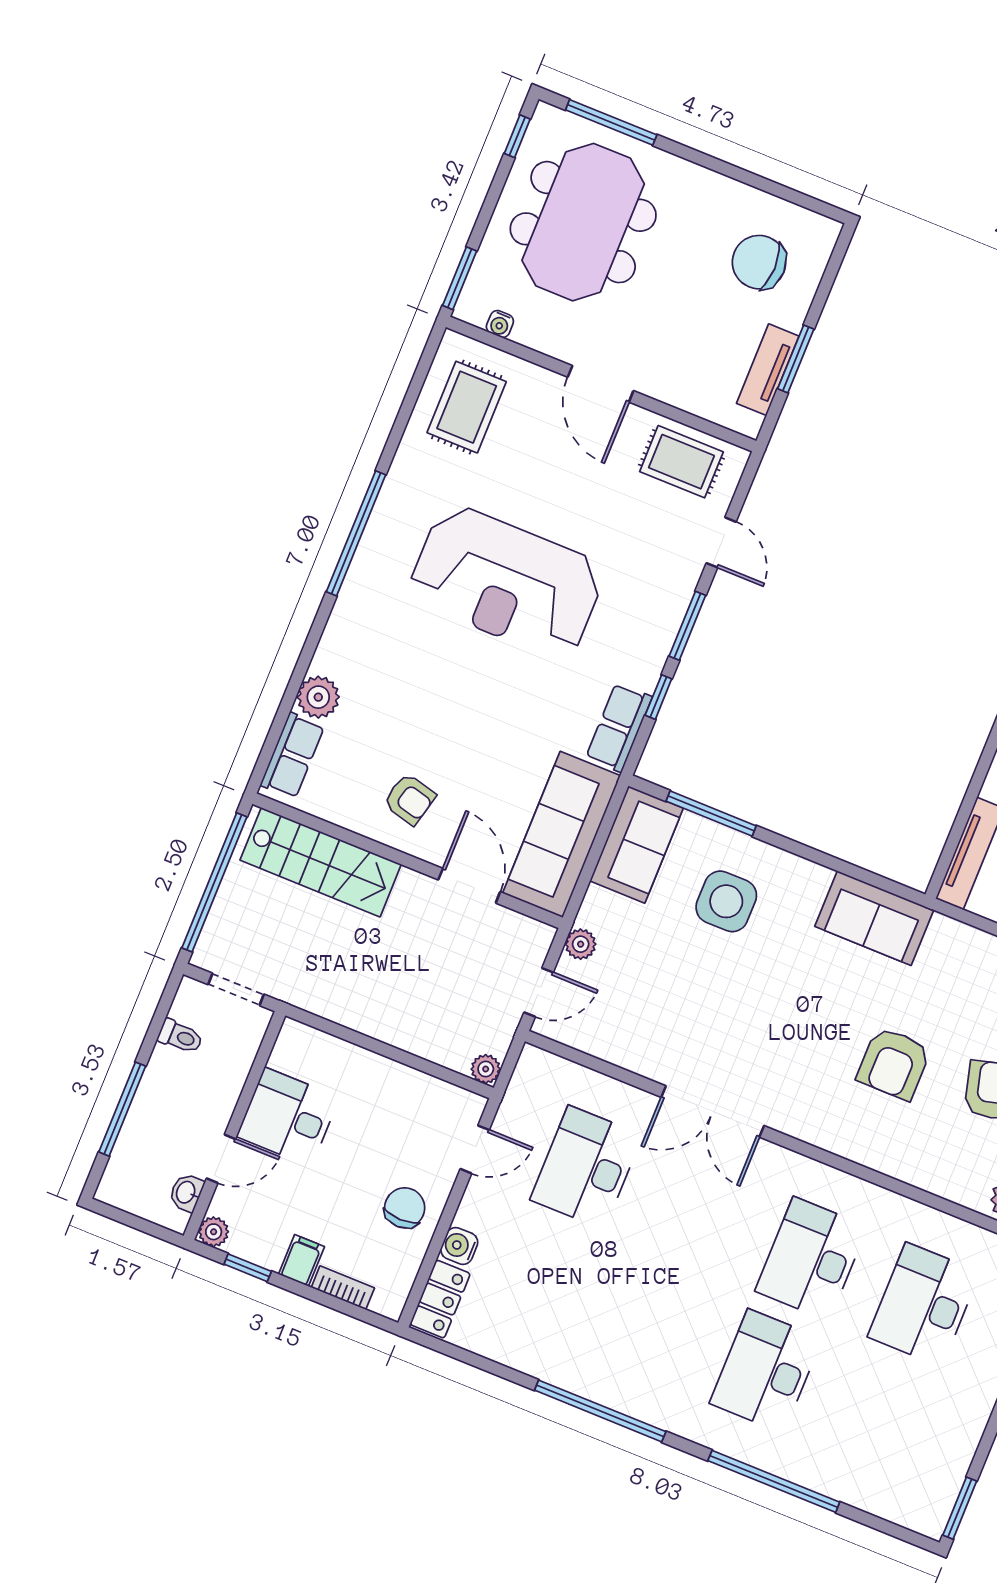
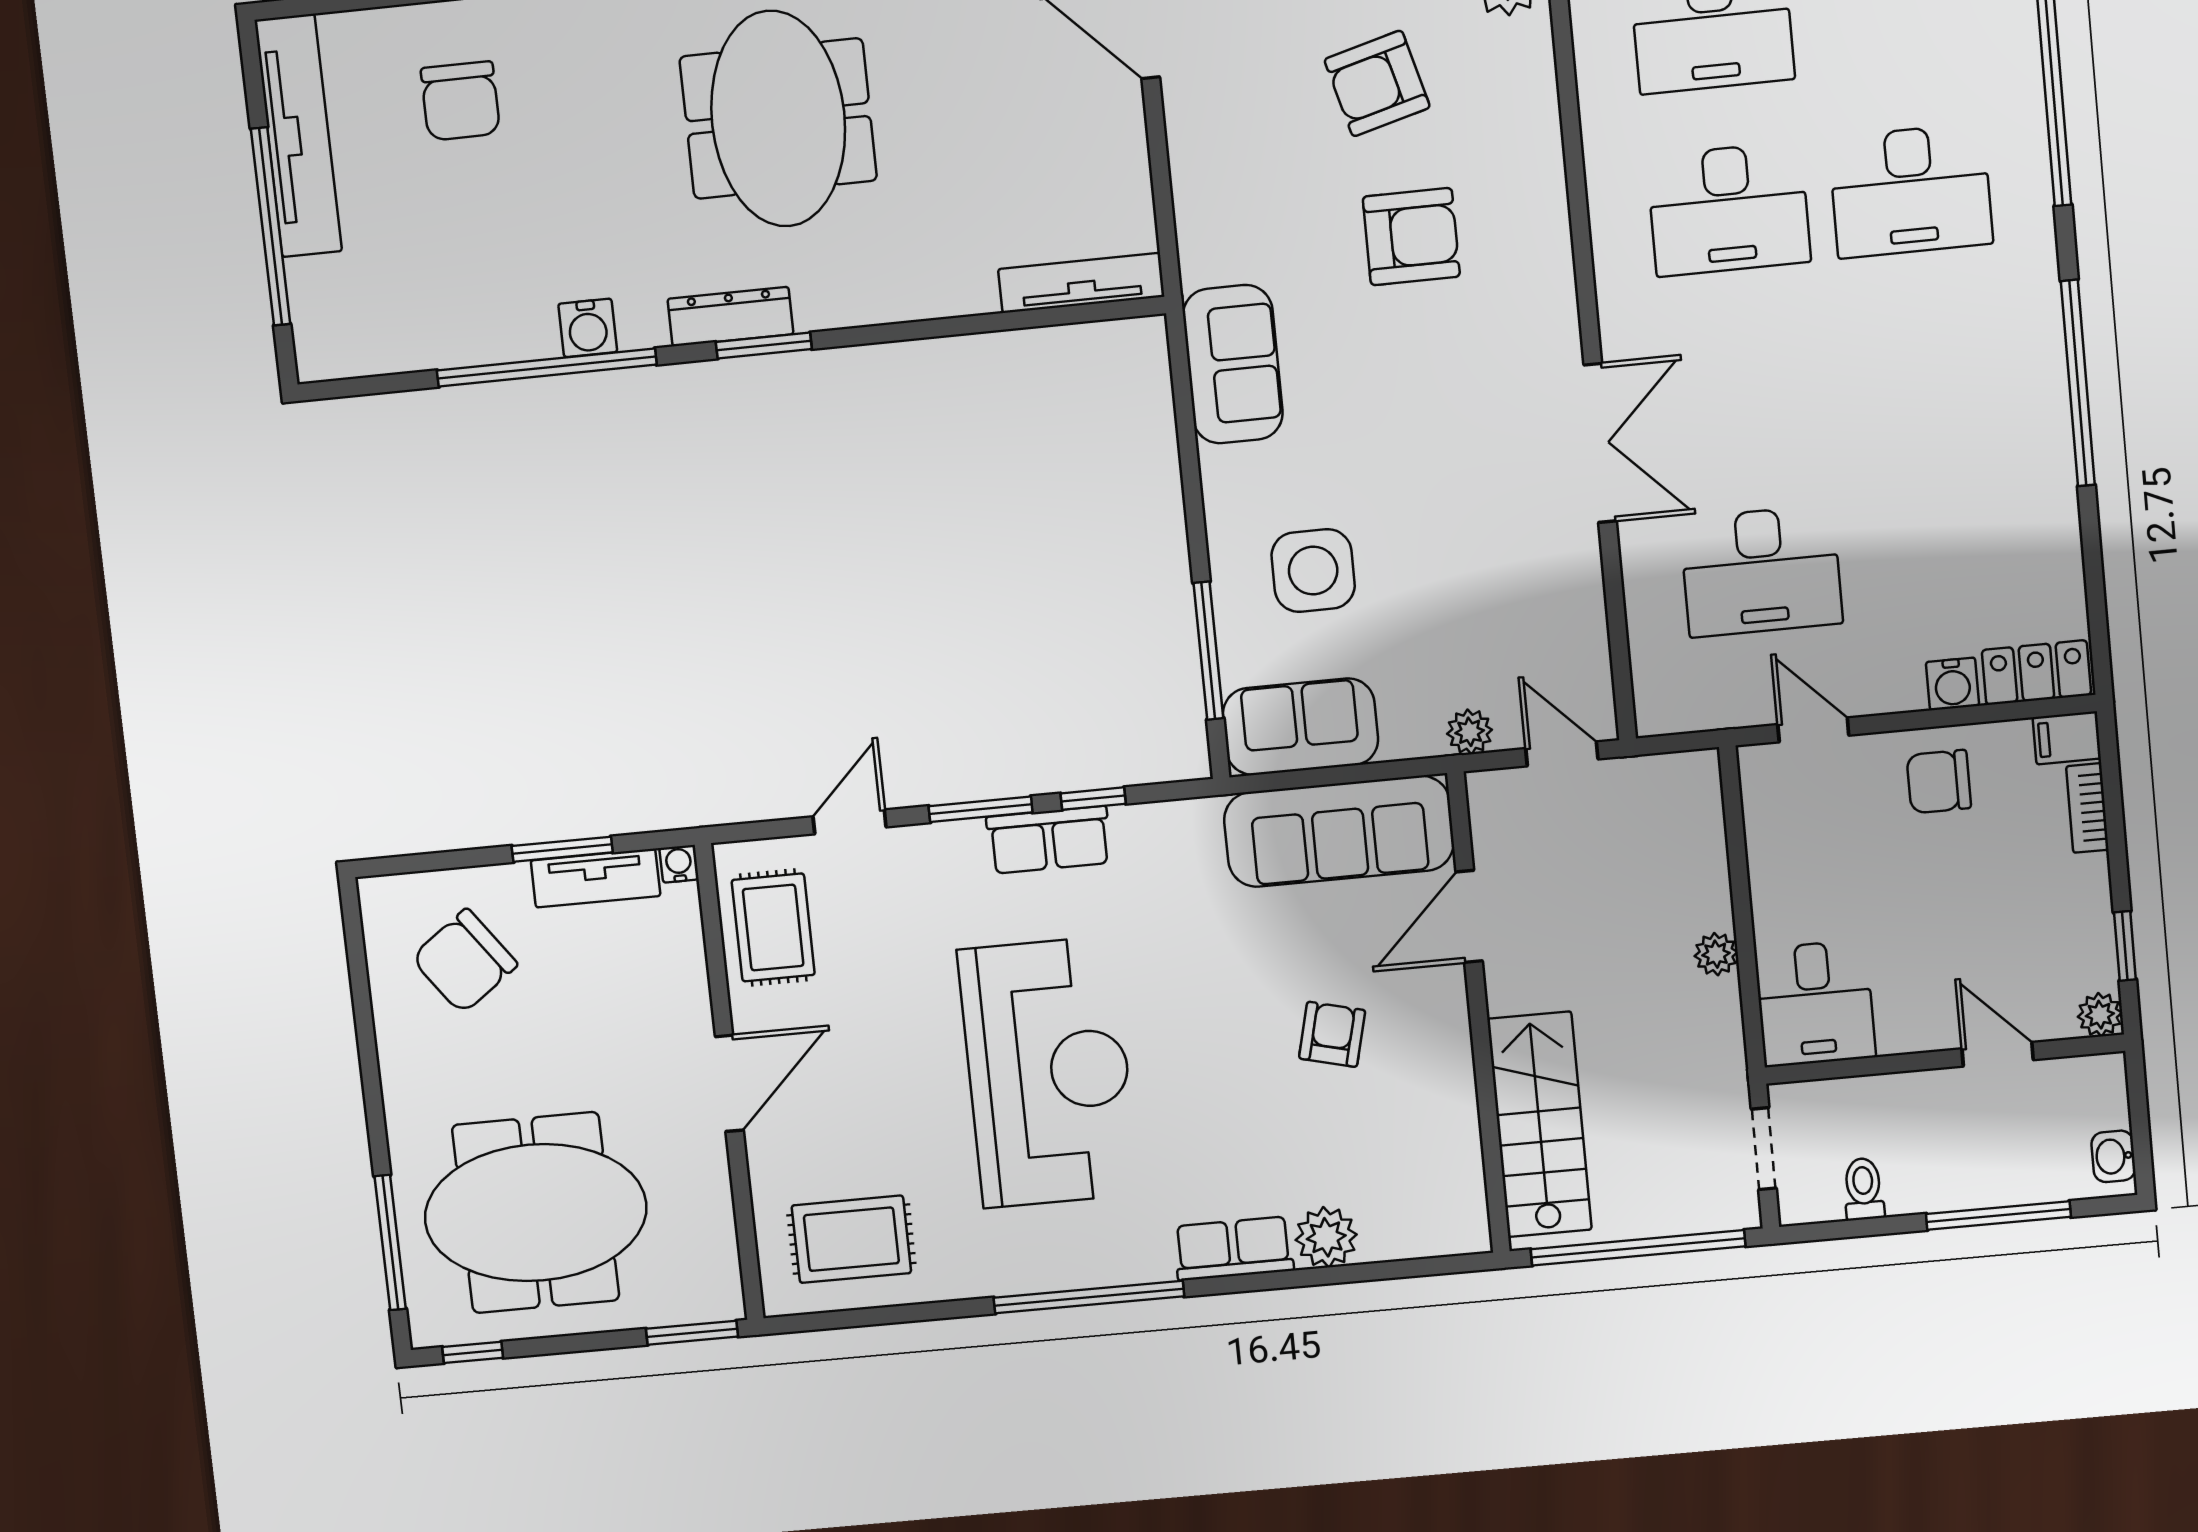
chair: (759, 262) -> (464, 961), turned 54
water cooler: (500, 324) -> (679, 864), moved, turned -90
row of seats: (619, 727) -> (1049, 840), moved
row of seats: (292, 756) -> (1233, 1249), moved
armchair: (410, 799) -> (1332, 1034), moved
plant: (486, 1069) -> (1716, 954), moved
desk: (288, 1117) -> (1815, 1003), moved
washbasin: (186, 1193) -> (2113, 1156), moved, turned 90
filing cabinet: (301, 1260) -> (2067, 738), moved

